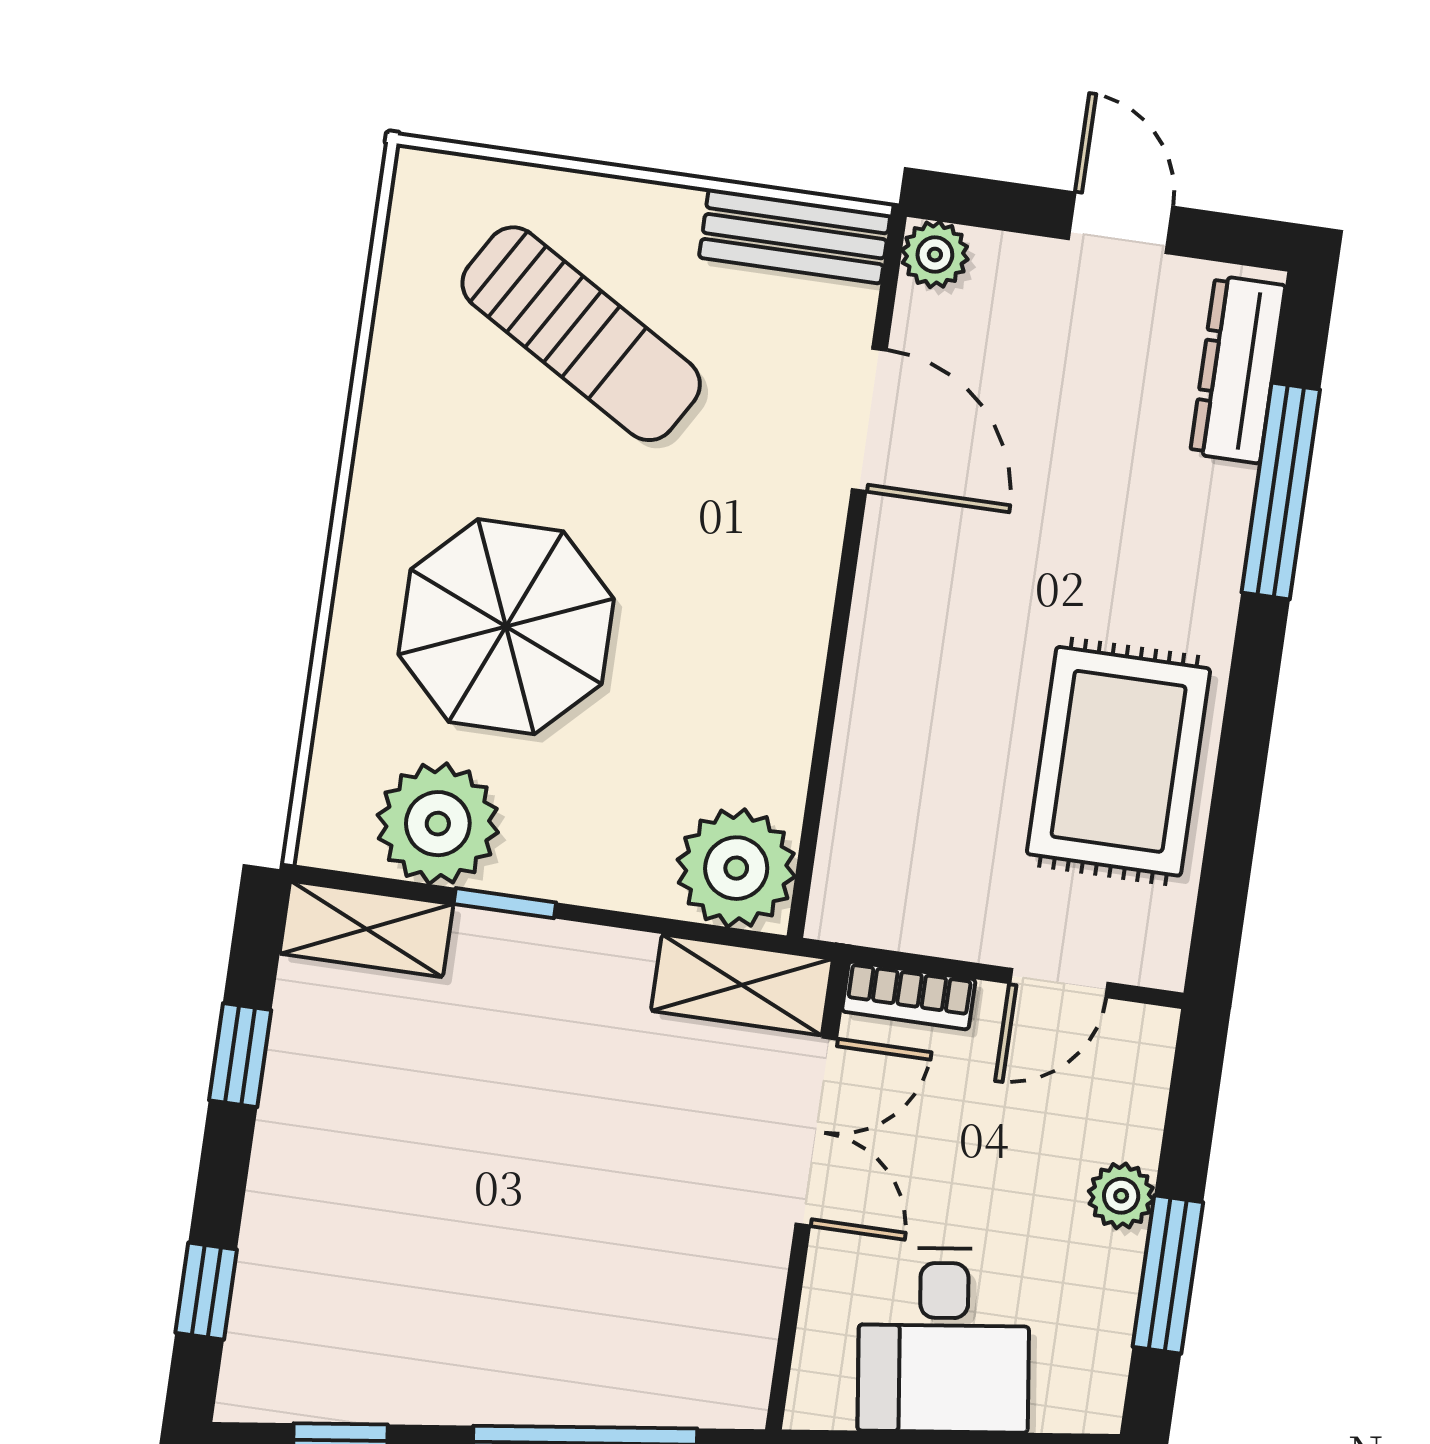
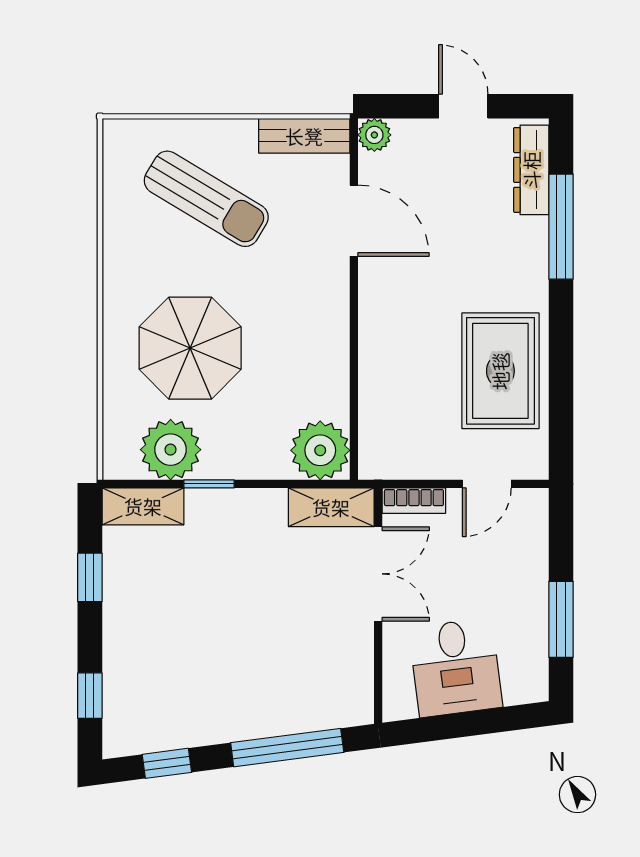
plant: (1121, 1196) -> (532, 584), removed

